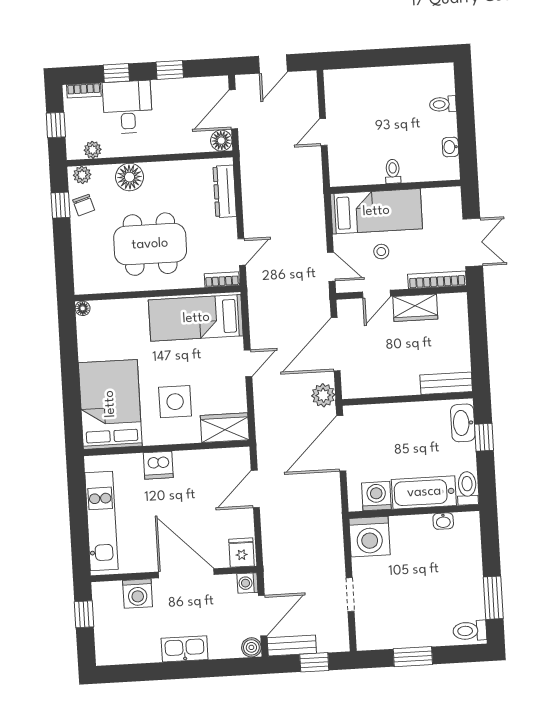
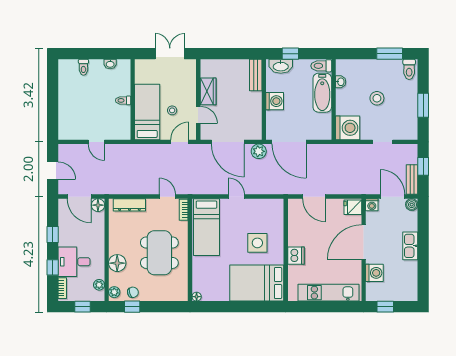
bookcase: (437, 280) -> (192, 77), removed
wardrobe: (225, 428) -> (275, 213), removed
washing machine: (376, 496) -> (275, 101), moved, turned 180
stool: (420, 581) -> (377, 98), added

